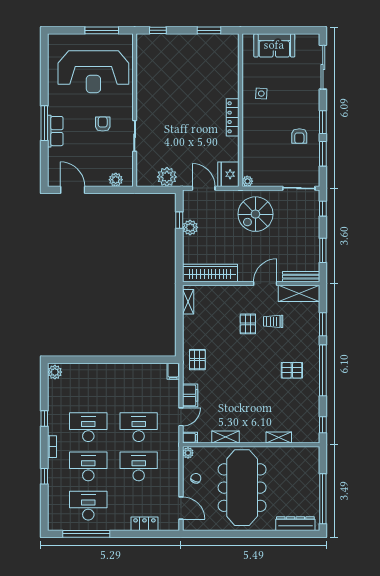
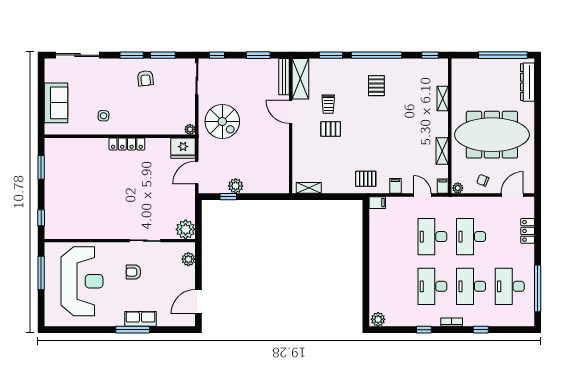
armchair: (299, 136) -> (145, 78), turned 84
plant: (167, 177) -> (186, 229), moved
wardrobe: (210, 273) -> (280, 166), removed
filing cabinet: (190, 395) -> (395, 186), width x0.50

